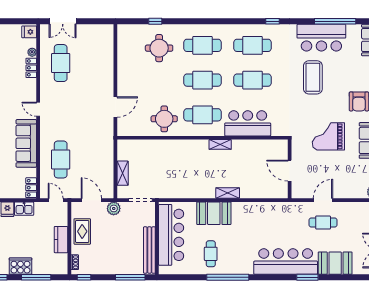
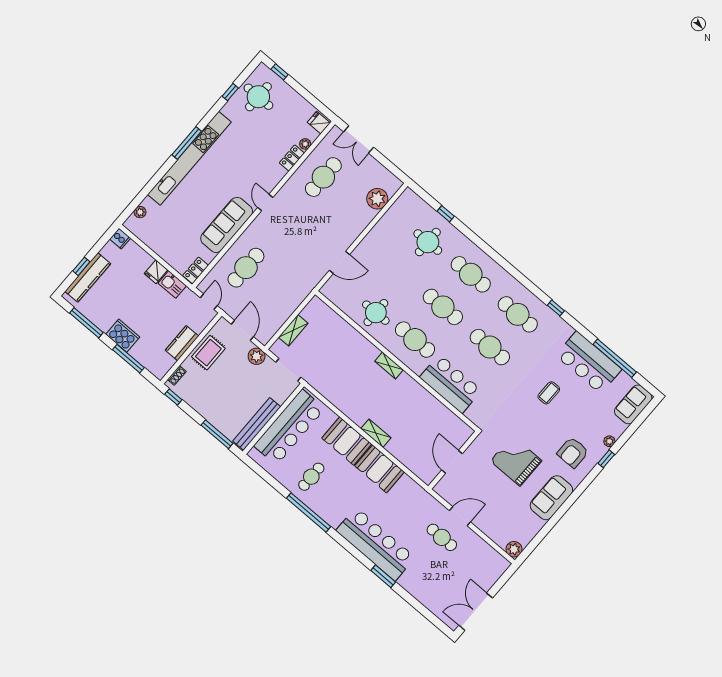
plant: (105, 48) -> (377, 199), added
coffee table: (313, 77) -> (549, 393), width x0.54, depth x0.58
shelving: (220, 144) -> (389, 365), moved
booth: (335, 263) -> (380, 469), moved

